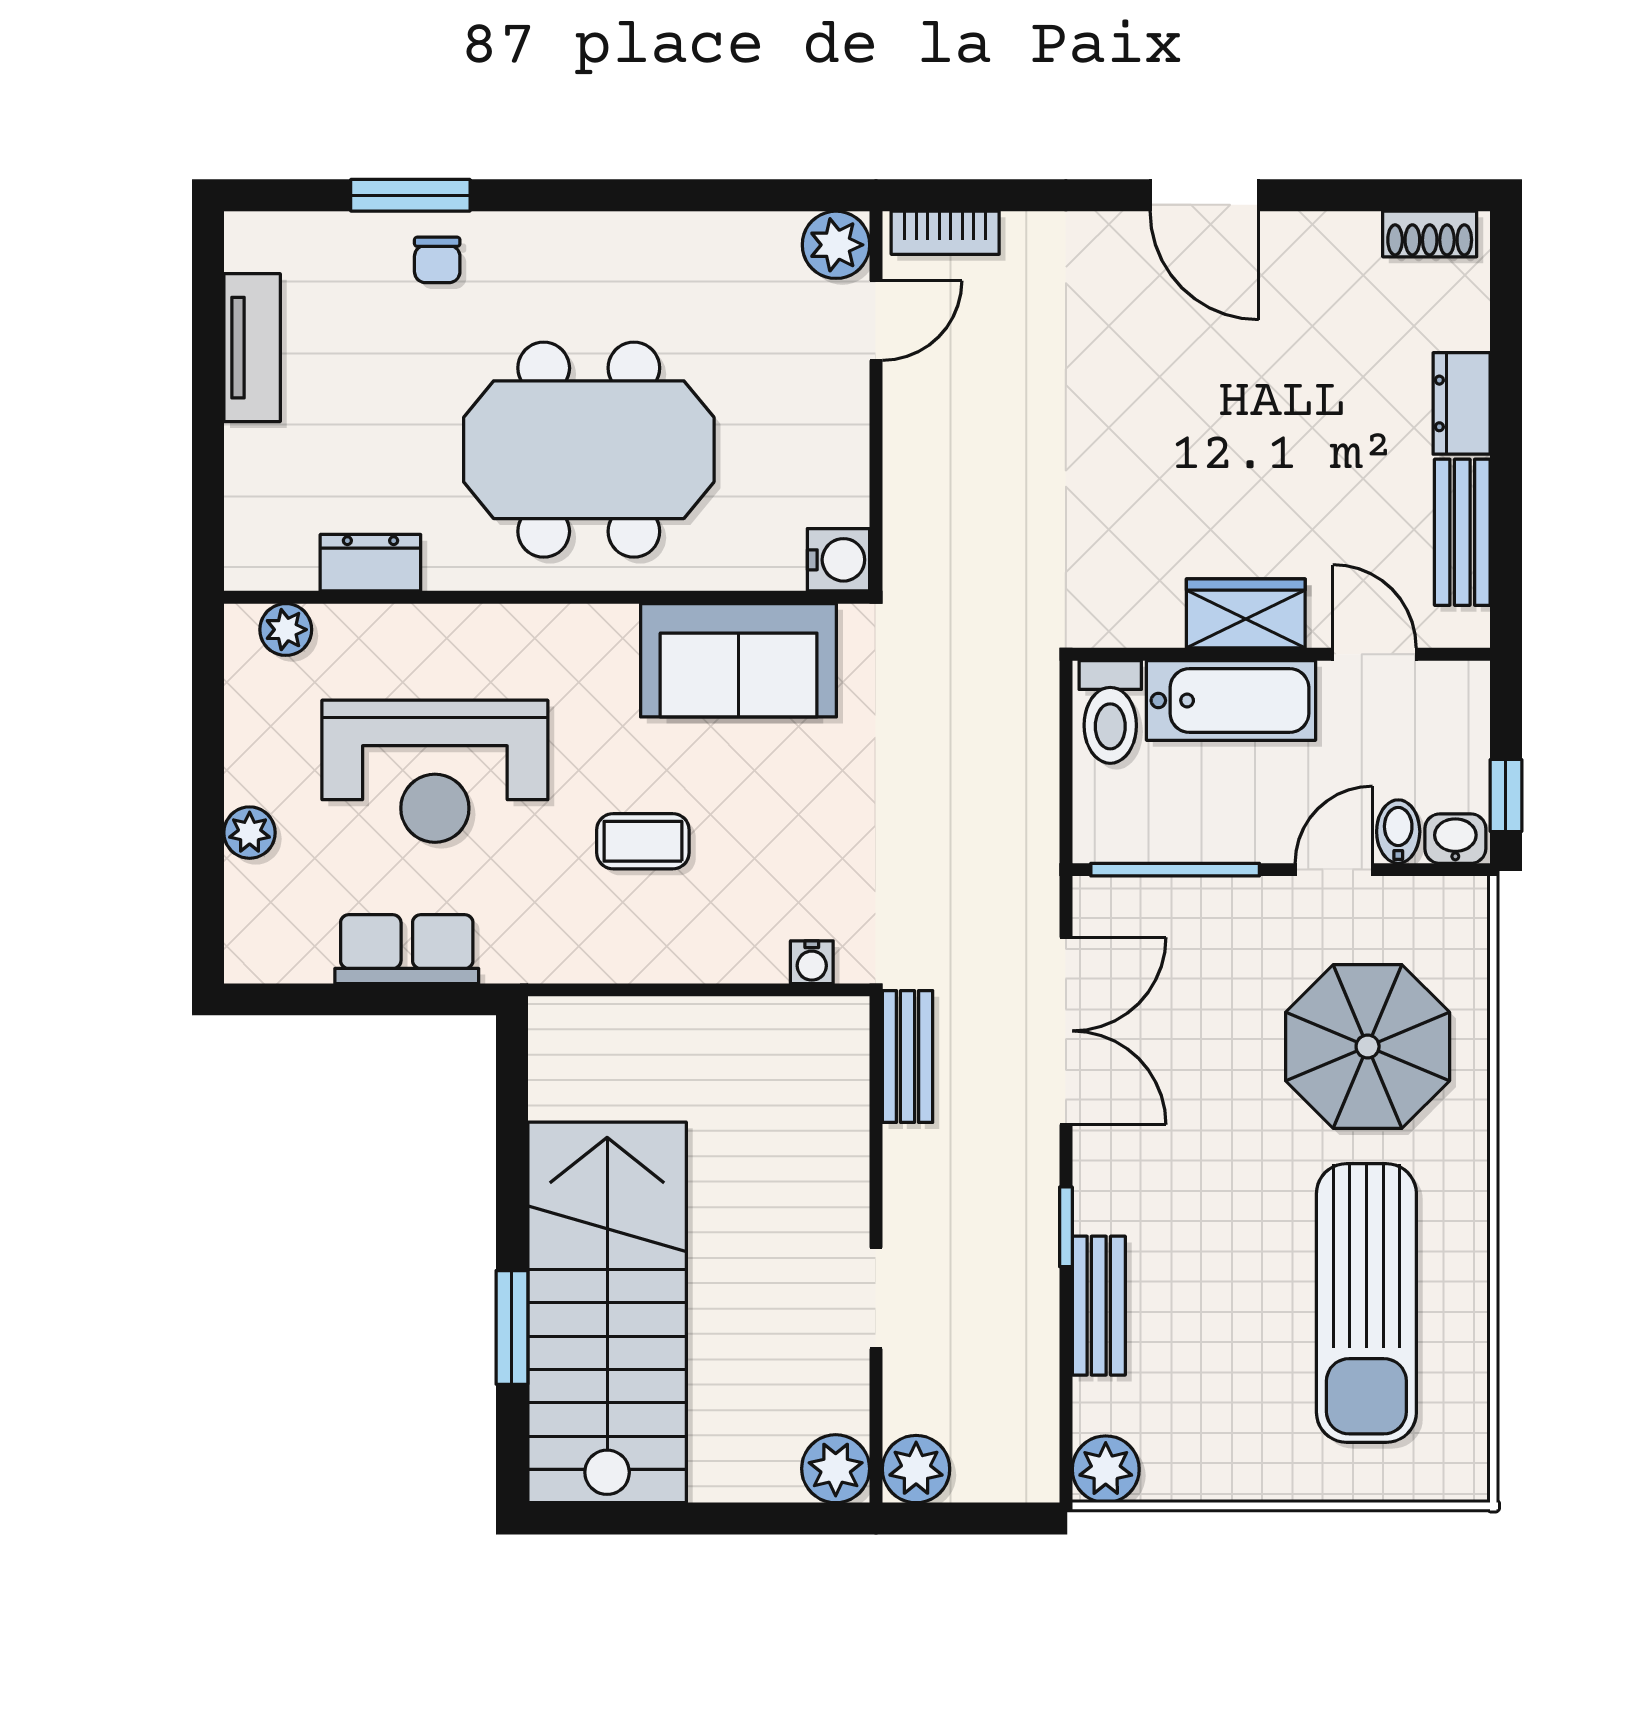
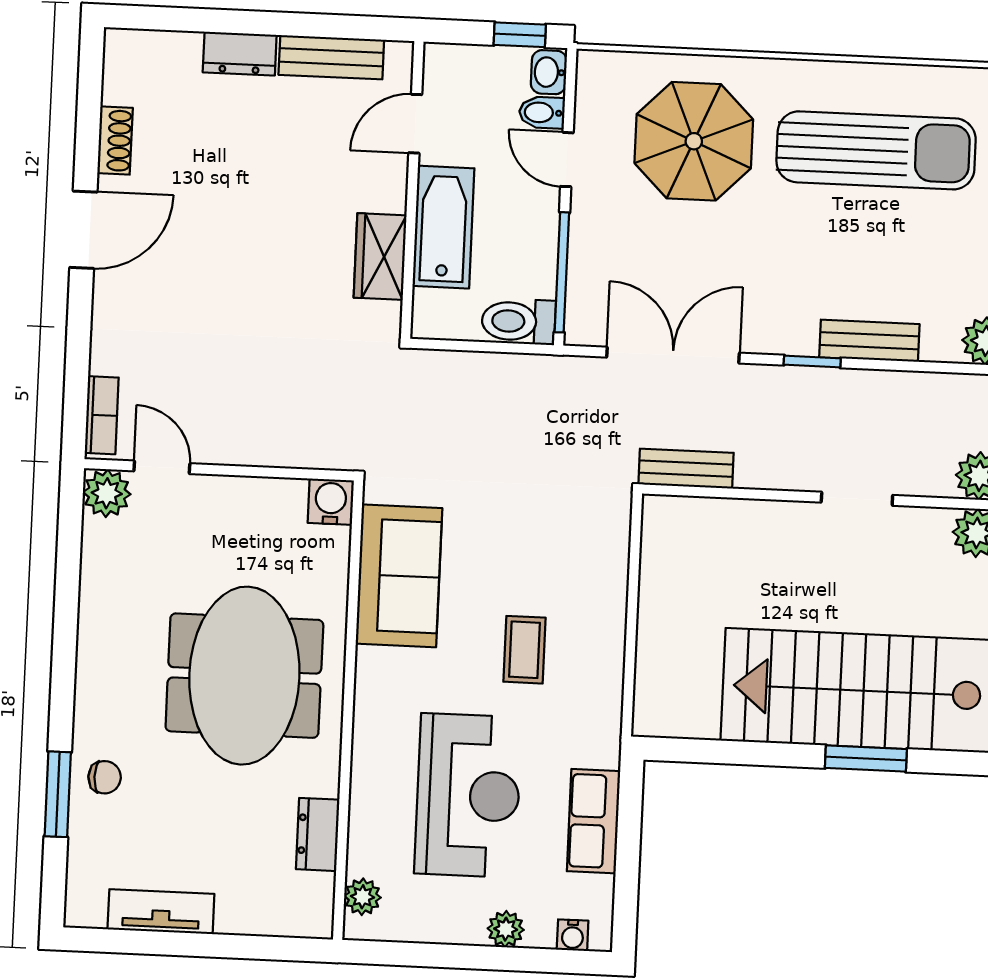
shoe rack: (1430, 234) -> (115, 140), moved
wardrobe: (1246, 613) -> (380, 256), moved
toilet: (1110, 712) -> (519, 321), moved, turned 180
water cooler: (812, 962) -> (573, 935), moved, turned 90

